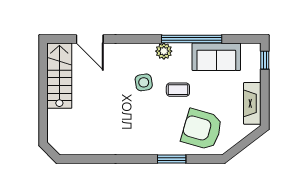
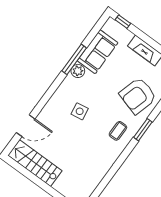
window: (192, 39) -> (74, 59), width x0.68
plant: (164, 51) -> (78, 71), moved
coffee table: (178, 90) -> (118, 131), moved

